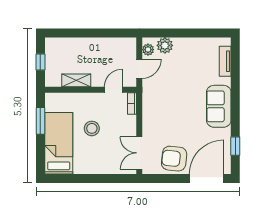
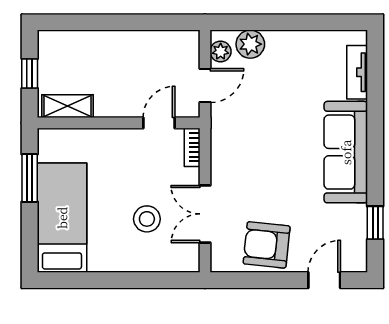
shelving: (76, 80) -> (68, 106), moved
sofa: (219, 106) -> (346, 152), width x1.36
stool: (92, 128) -> (147, 219), moved
double door: (139, 153) -> (205, 214), moved
door: (206, 178) -> (324, 280), width x0.53

